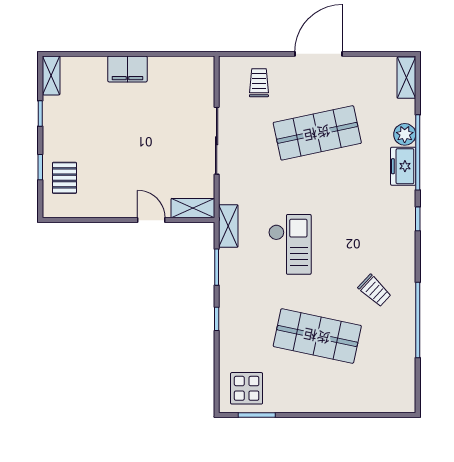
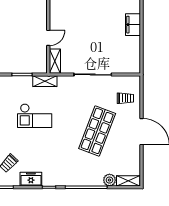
shop shelf: (317, 133) -> (97, 131), turned 33
plant: (405, 134) -> (109, 180), moved
freezer: (403, 166) -> (31, 179), moved

